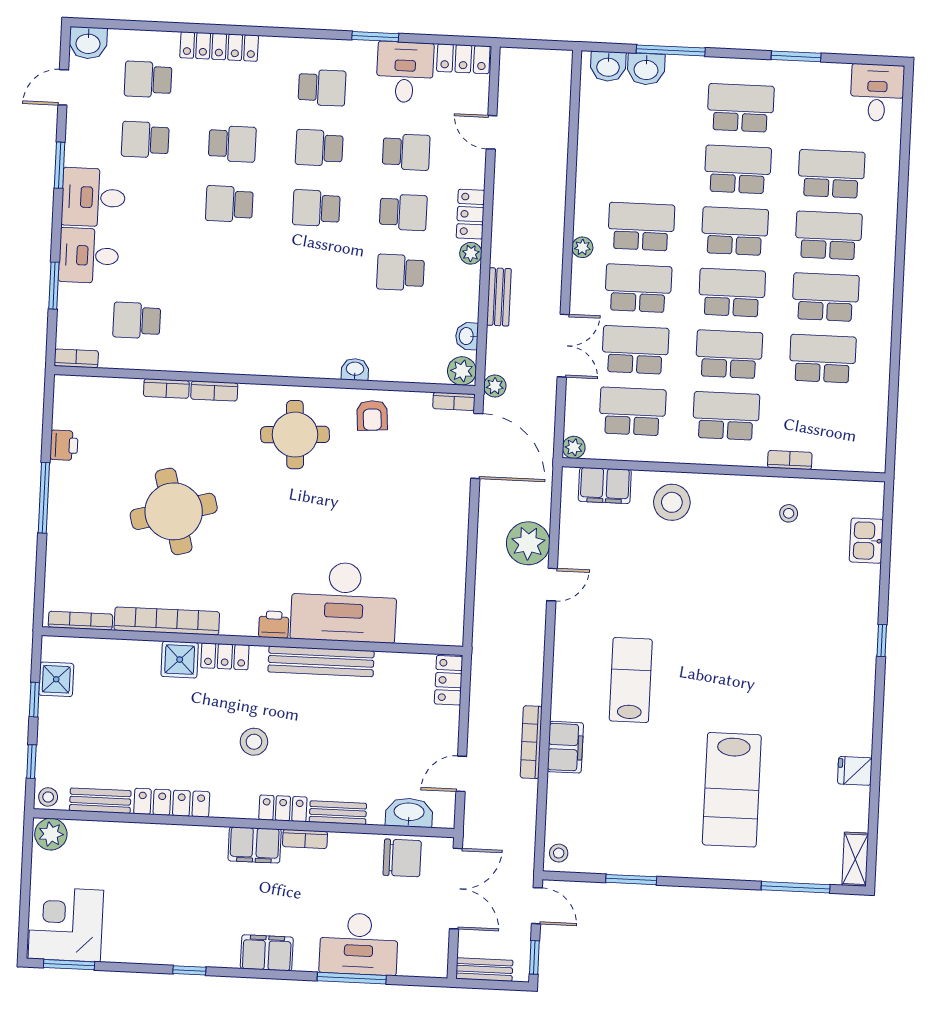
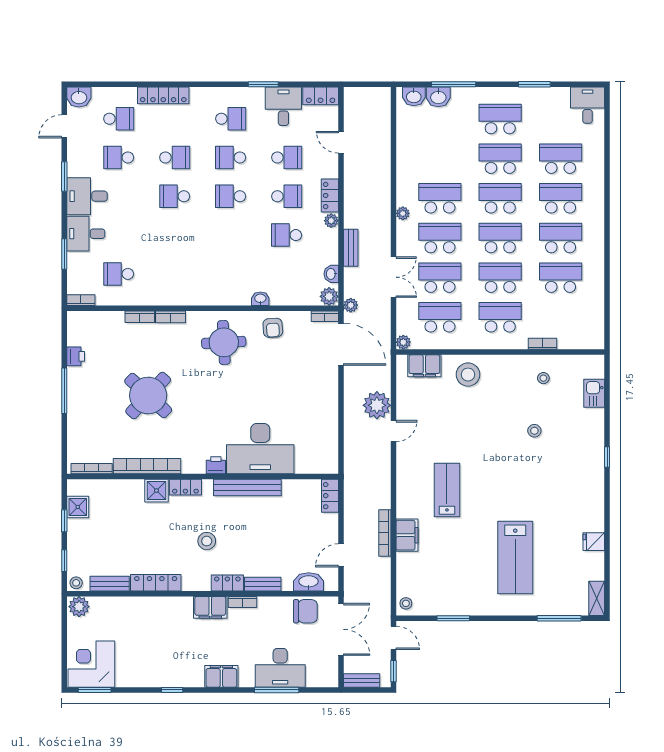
school desk: (148, 79) -> (119, 119), turned 180
round table: (174, 511) -> (148, 396), turned -32
stool: (771, 594) -> (534, 431), added

